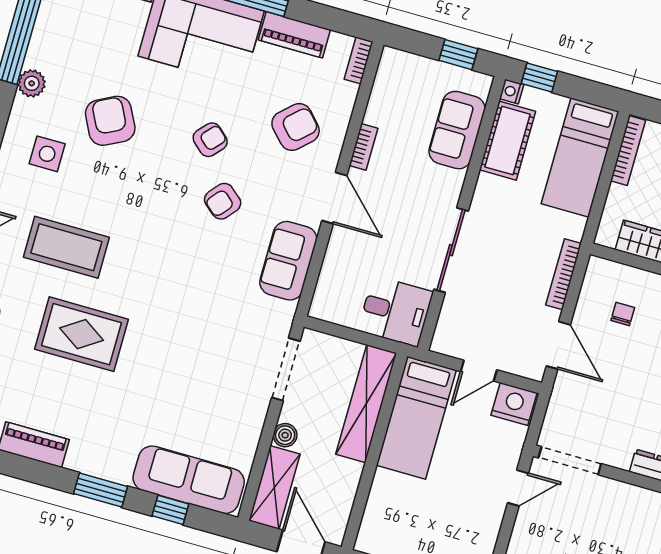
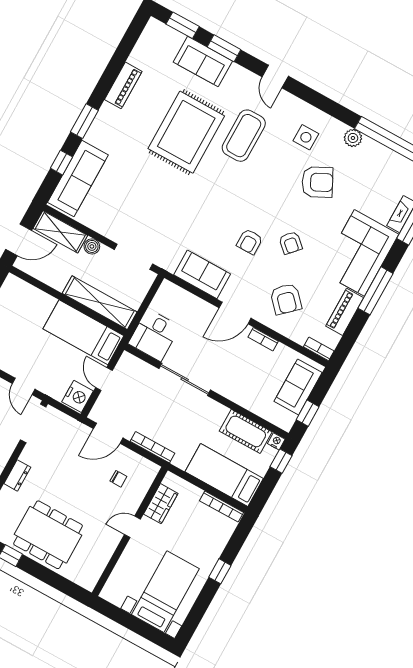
sofa: (457, 130) -> (298, 387), moved, turned -90
armchair: (223, 201) -> (250, 242), turned -130
rug: (81, 334) -> (186, 132), width x1.37, depth x1.44

